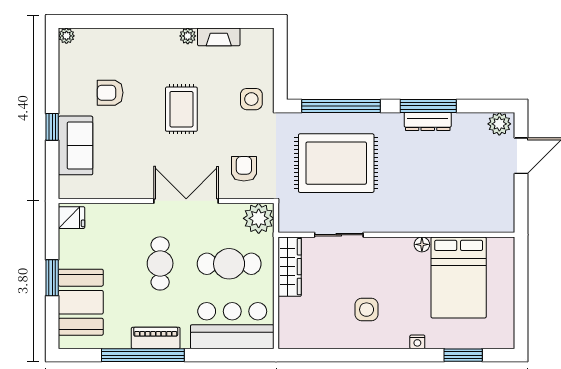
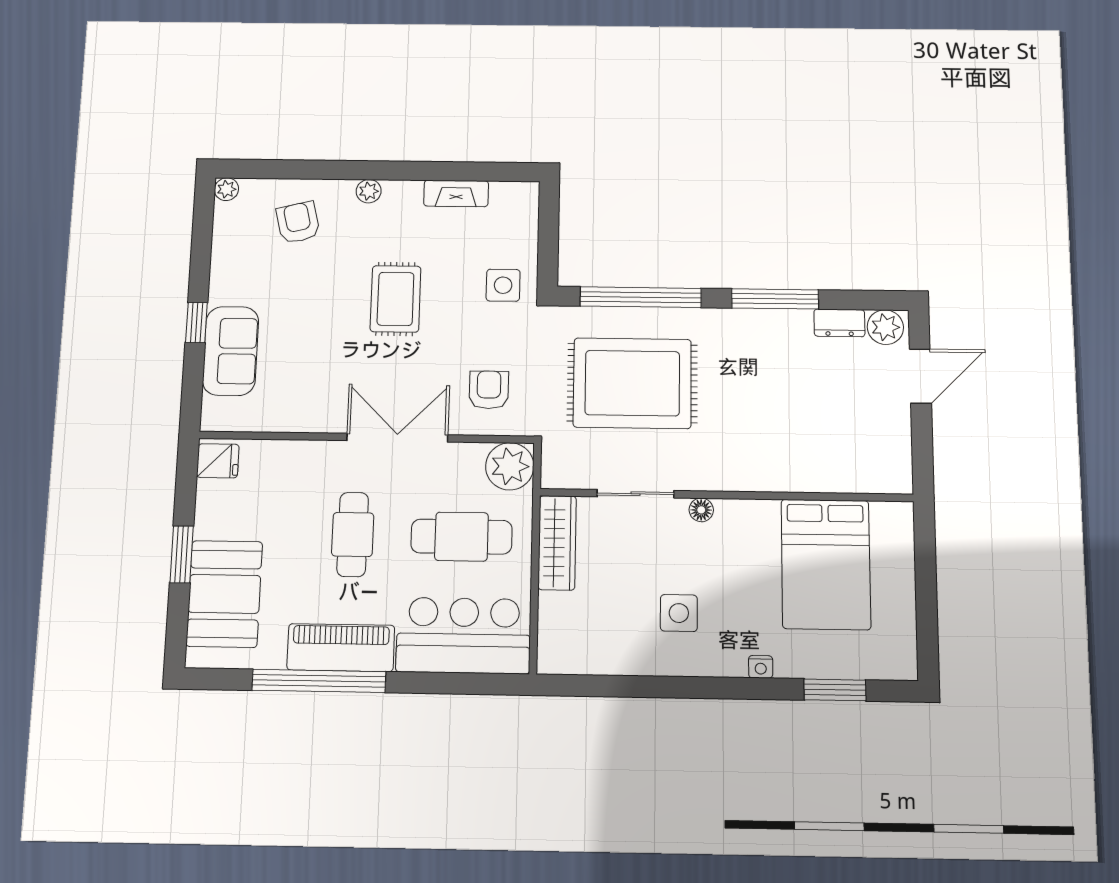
plant: (188, 36) -> (369, 191), moved
armchair: (110, 93) -> (298, 222), moved, turned 76
dresser: (428, 121) -> (839, 323), moved, width x0.70
floor lamp: (422, 244) -> (701, 510), moved
piano: (156, 338) -> (341, 648), width x1.37, depth x1.33

